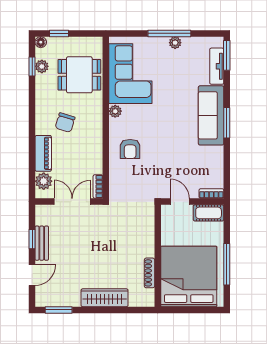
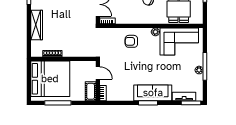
door: (180, 202) -> (98, 73), hinge flipped

